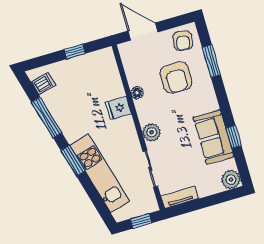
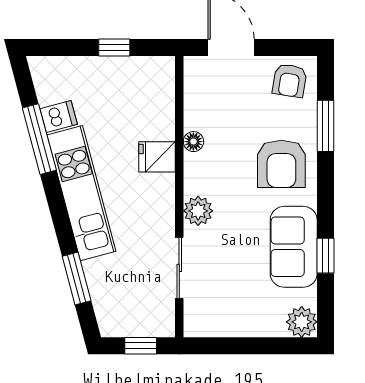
armchair: (176, 78) -> (281, 164), moved
dishwasher: (43, 84) -> (59, 116), moved
window: (73, 161) -> (77, 278), moved
kitchen unit: (99, 173) -> (81, 193), moved
tv unit: (180, 197) -> (213, 326), removed

